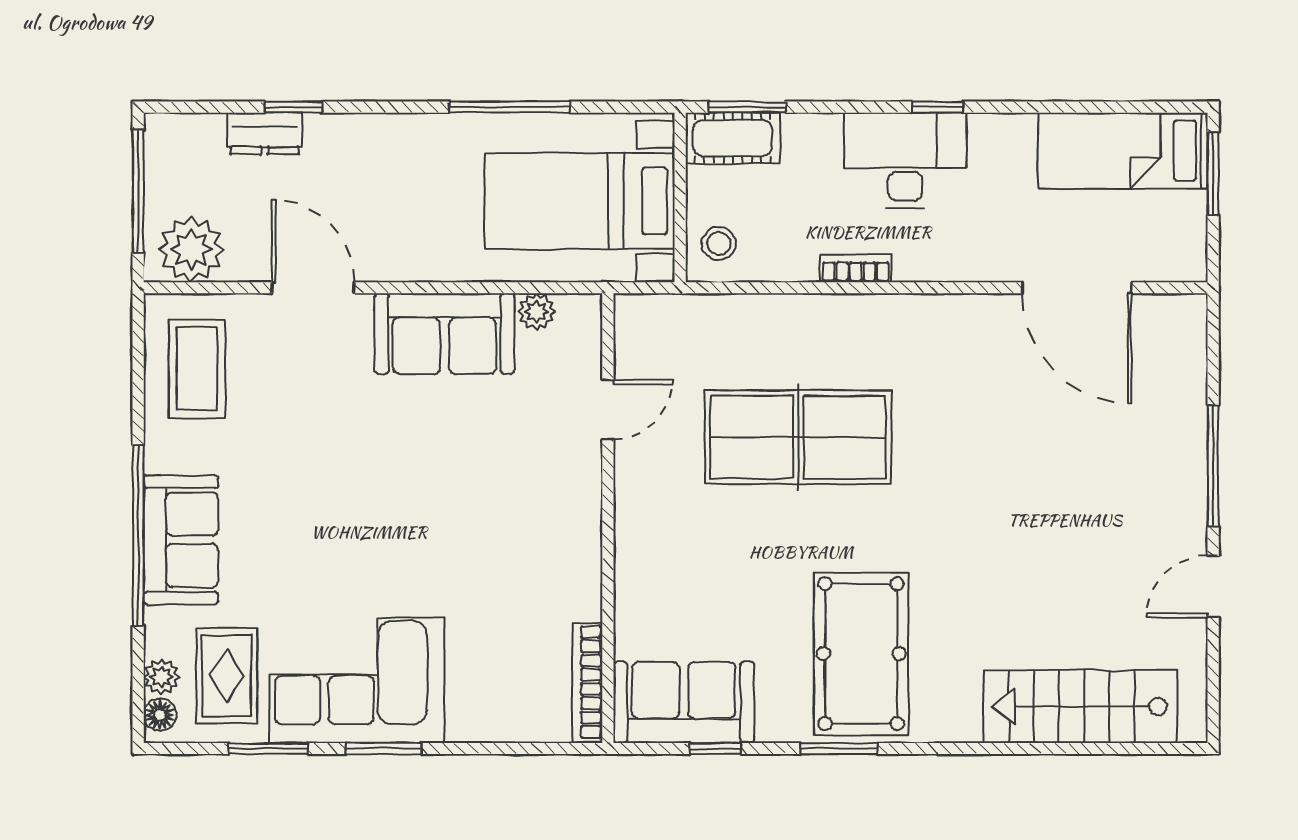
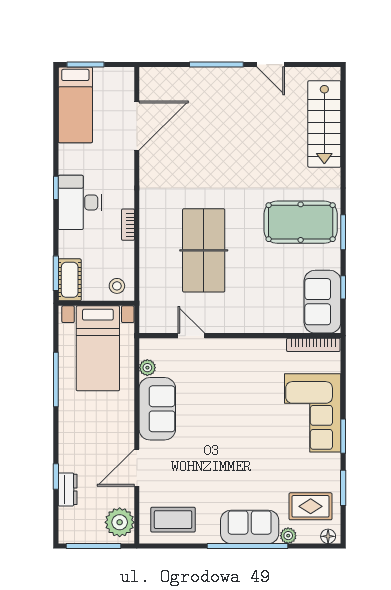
plant: (161, 677) -> (288, 536), moved
corner sofa: (357, 681) -> (313, 413), moved

